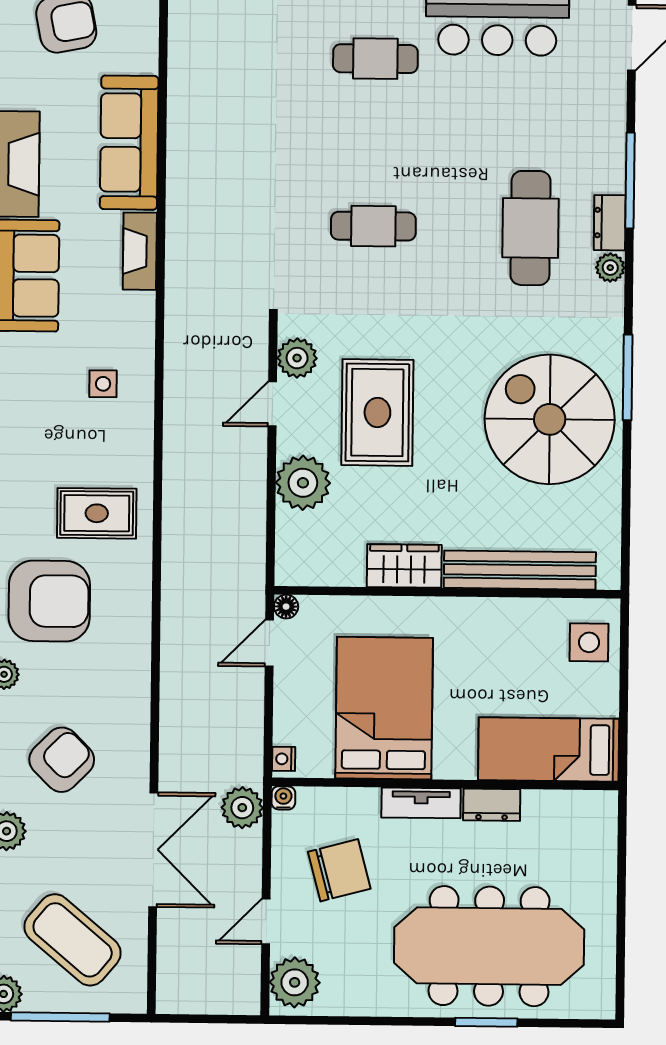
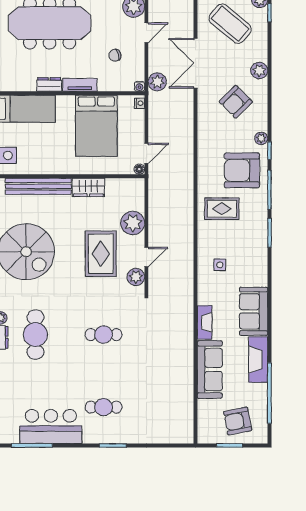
chair: (339, 870) -> (115, 55), width x0.54, depth x0.54

